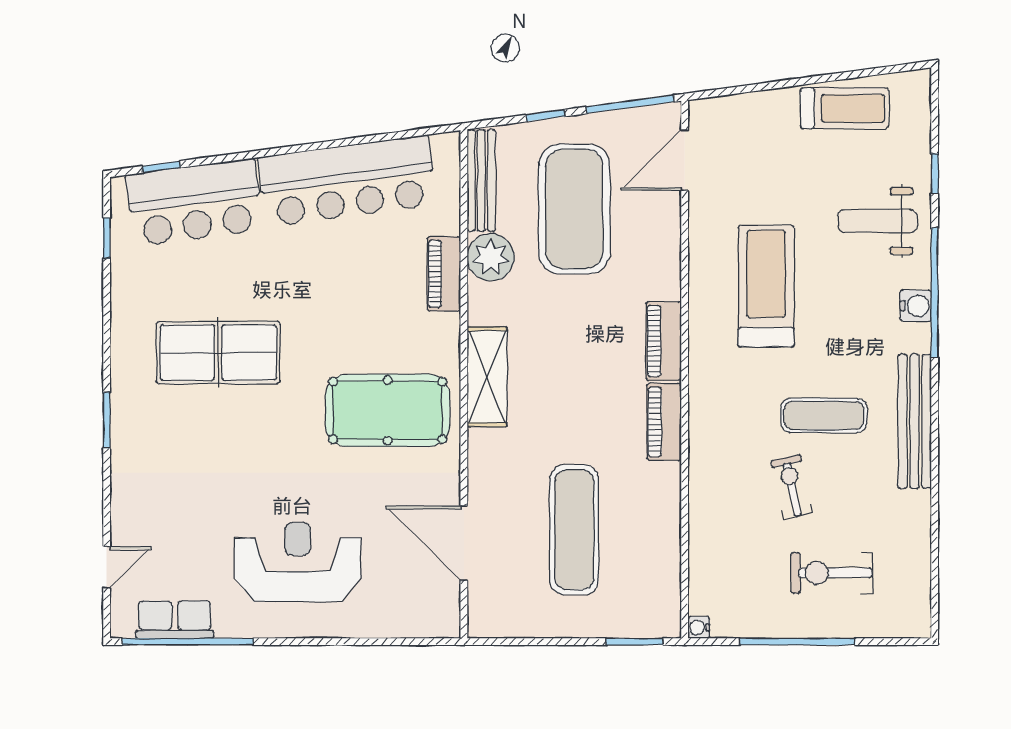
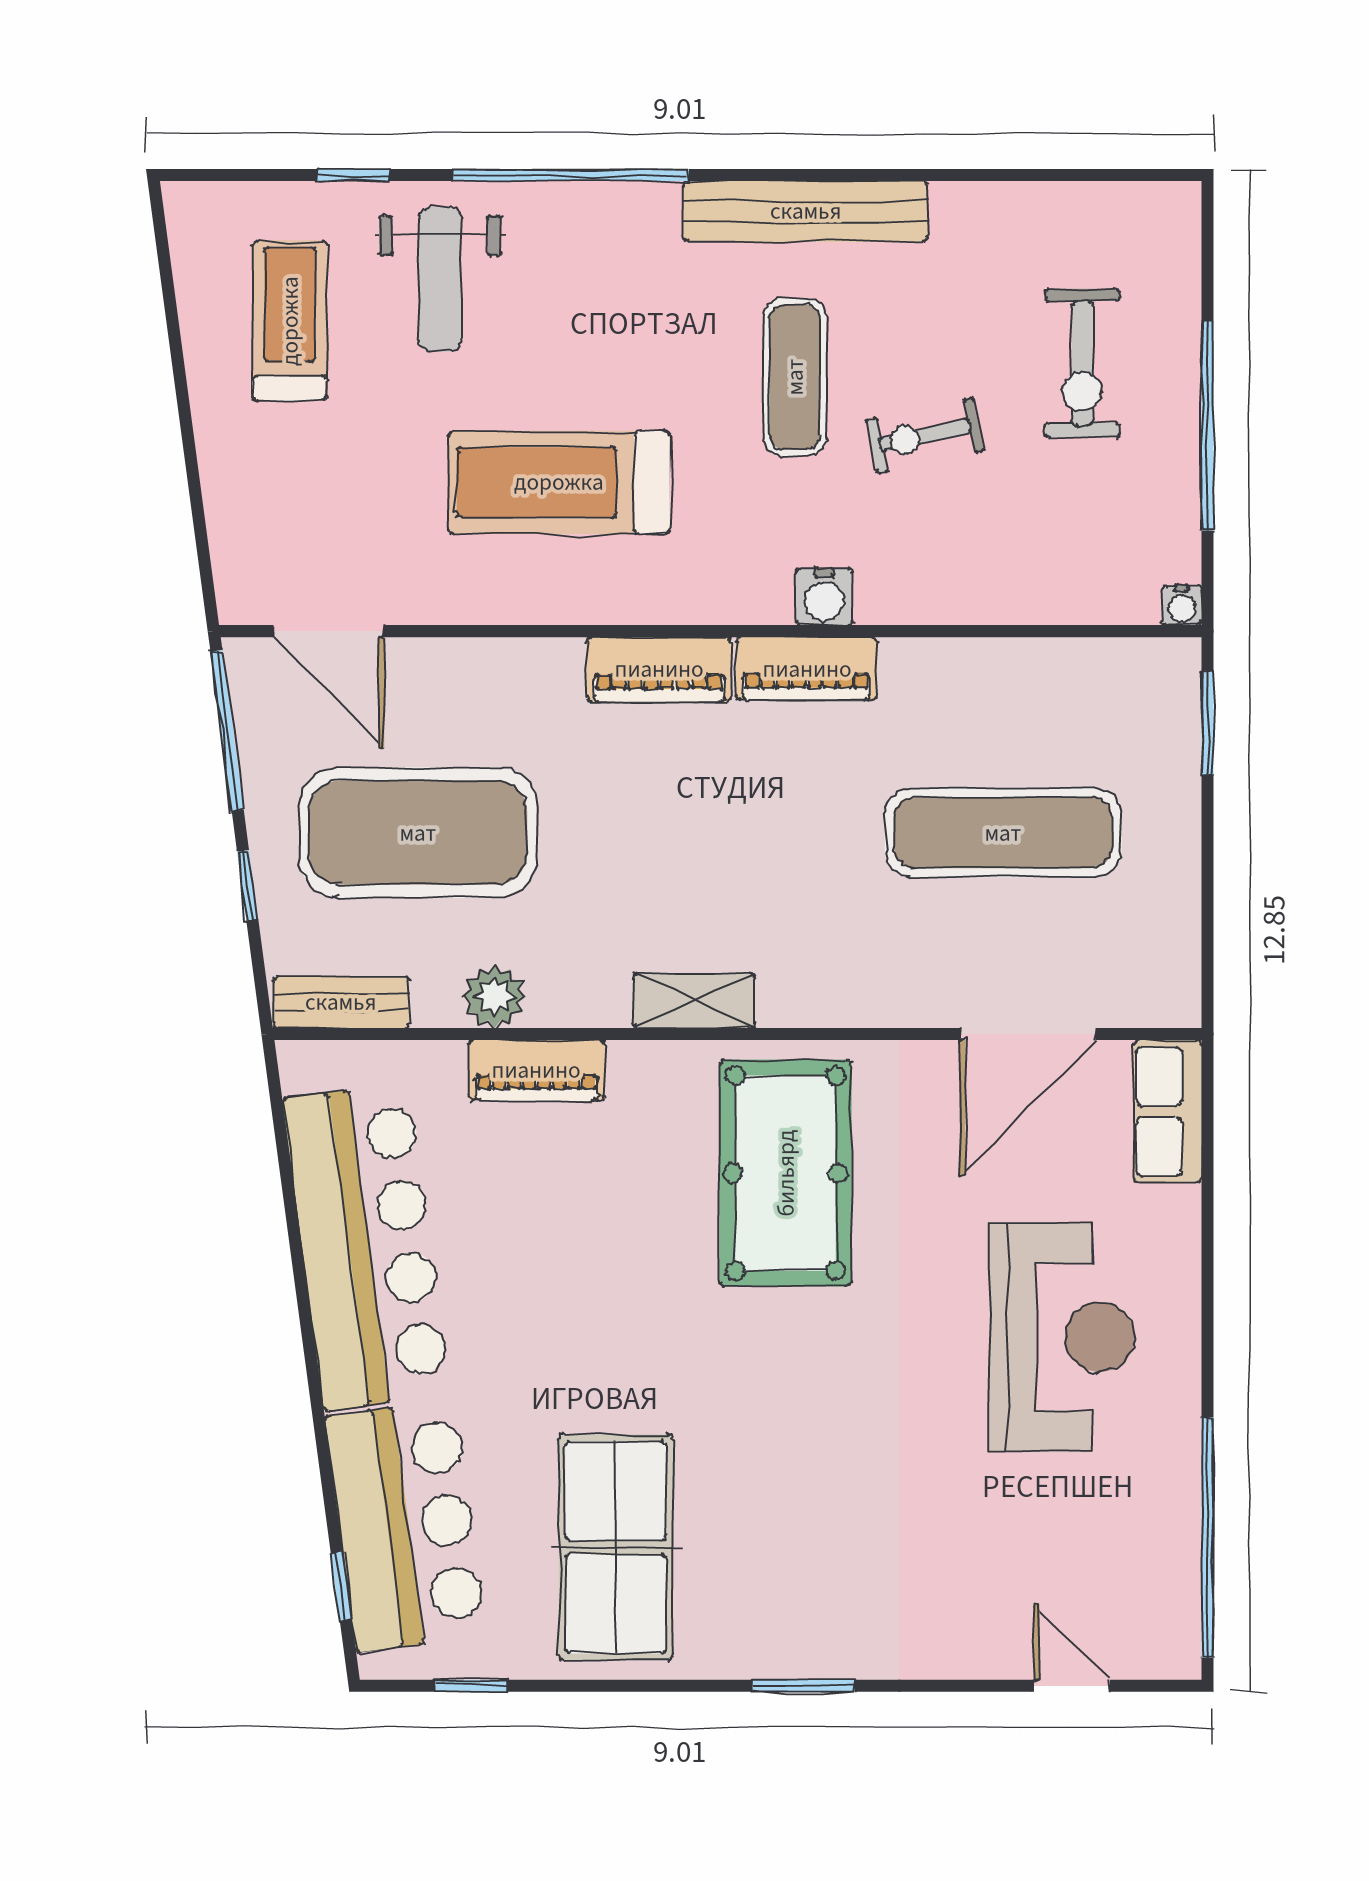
treadmill: (844, 108) -> (290, 321), moved
bench: (481, 180) -> (341, 1002), width x0.73
plant: (491, 257) -> (495, 996), width x0.73, depth x0.73
water cooler: (916, 306) -> (824, 597), moved, turned 180
table tennis table: (218, 353) -> (616, 1547), moved
shelving: (487, 377) -> (694, 1001), width x0.67, depth x0.75
reception desk: (298, 562) -> (1062, 1337), turned 180
row of seats: (175, 620) -> (1167, 1111), moved

